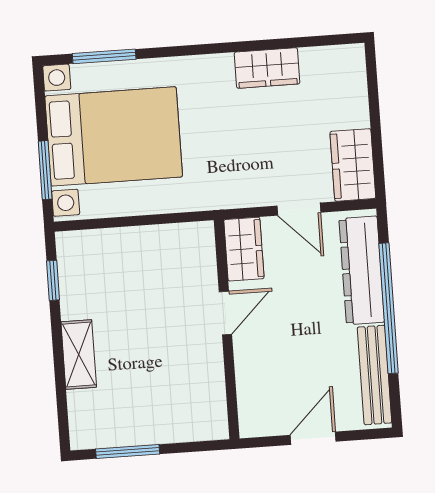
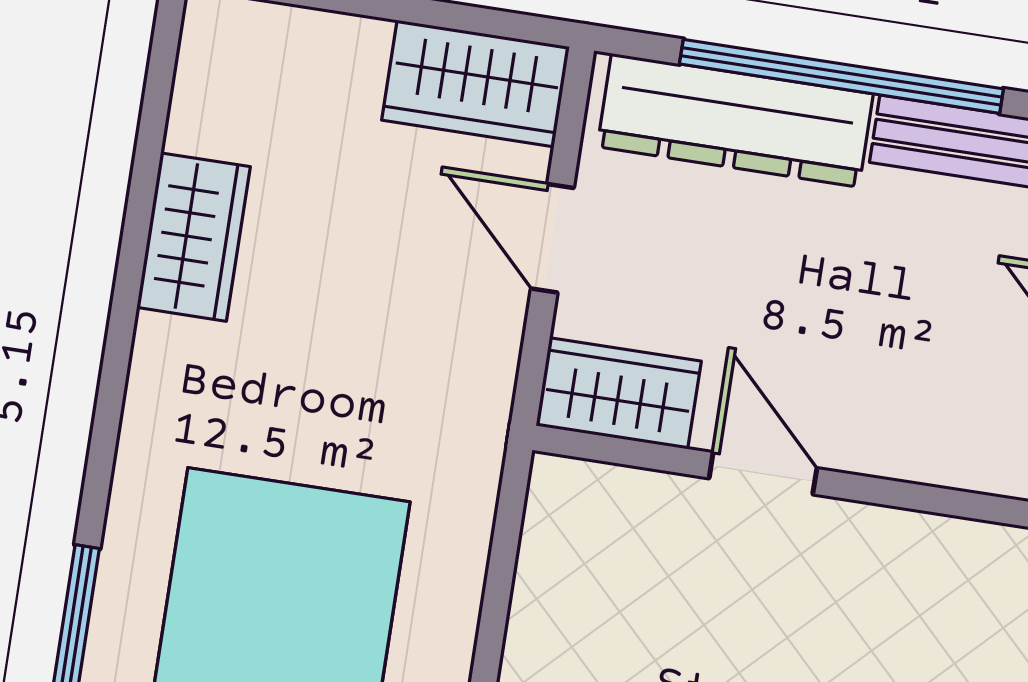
door: (299, 209) -> (552, 238), swing flipped

